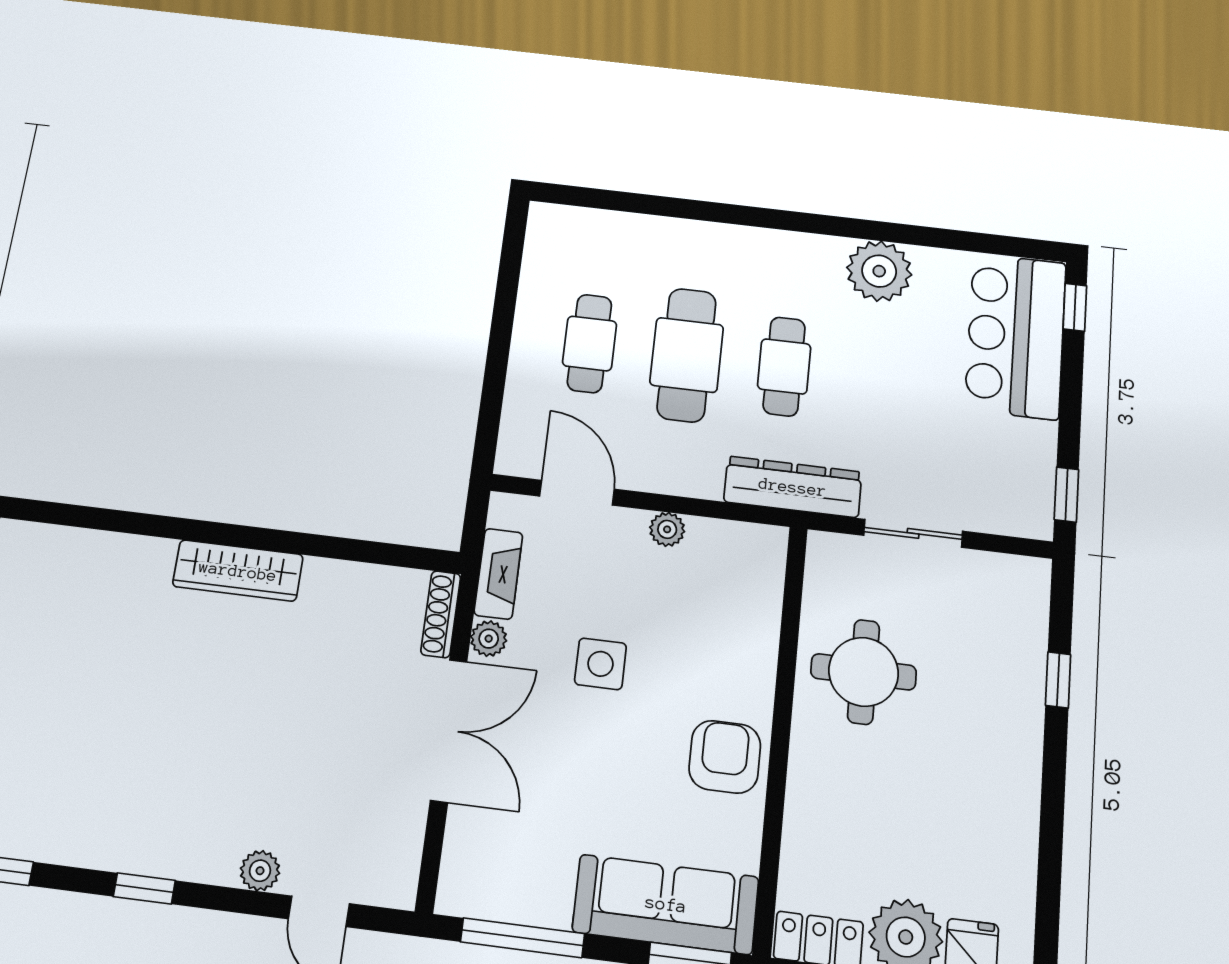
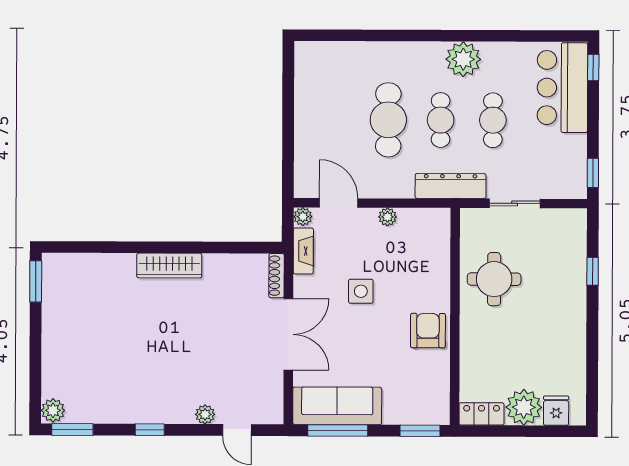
plant: (879, 271) -> (463, 59), moved
cafe table: (590, 343) -> (493, 120), moved
plant: (489, 639) -> (303, 217), moved
sofa: (666, 904) -> (337, 406), moved

